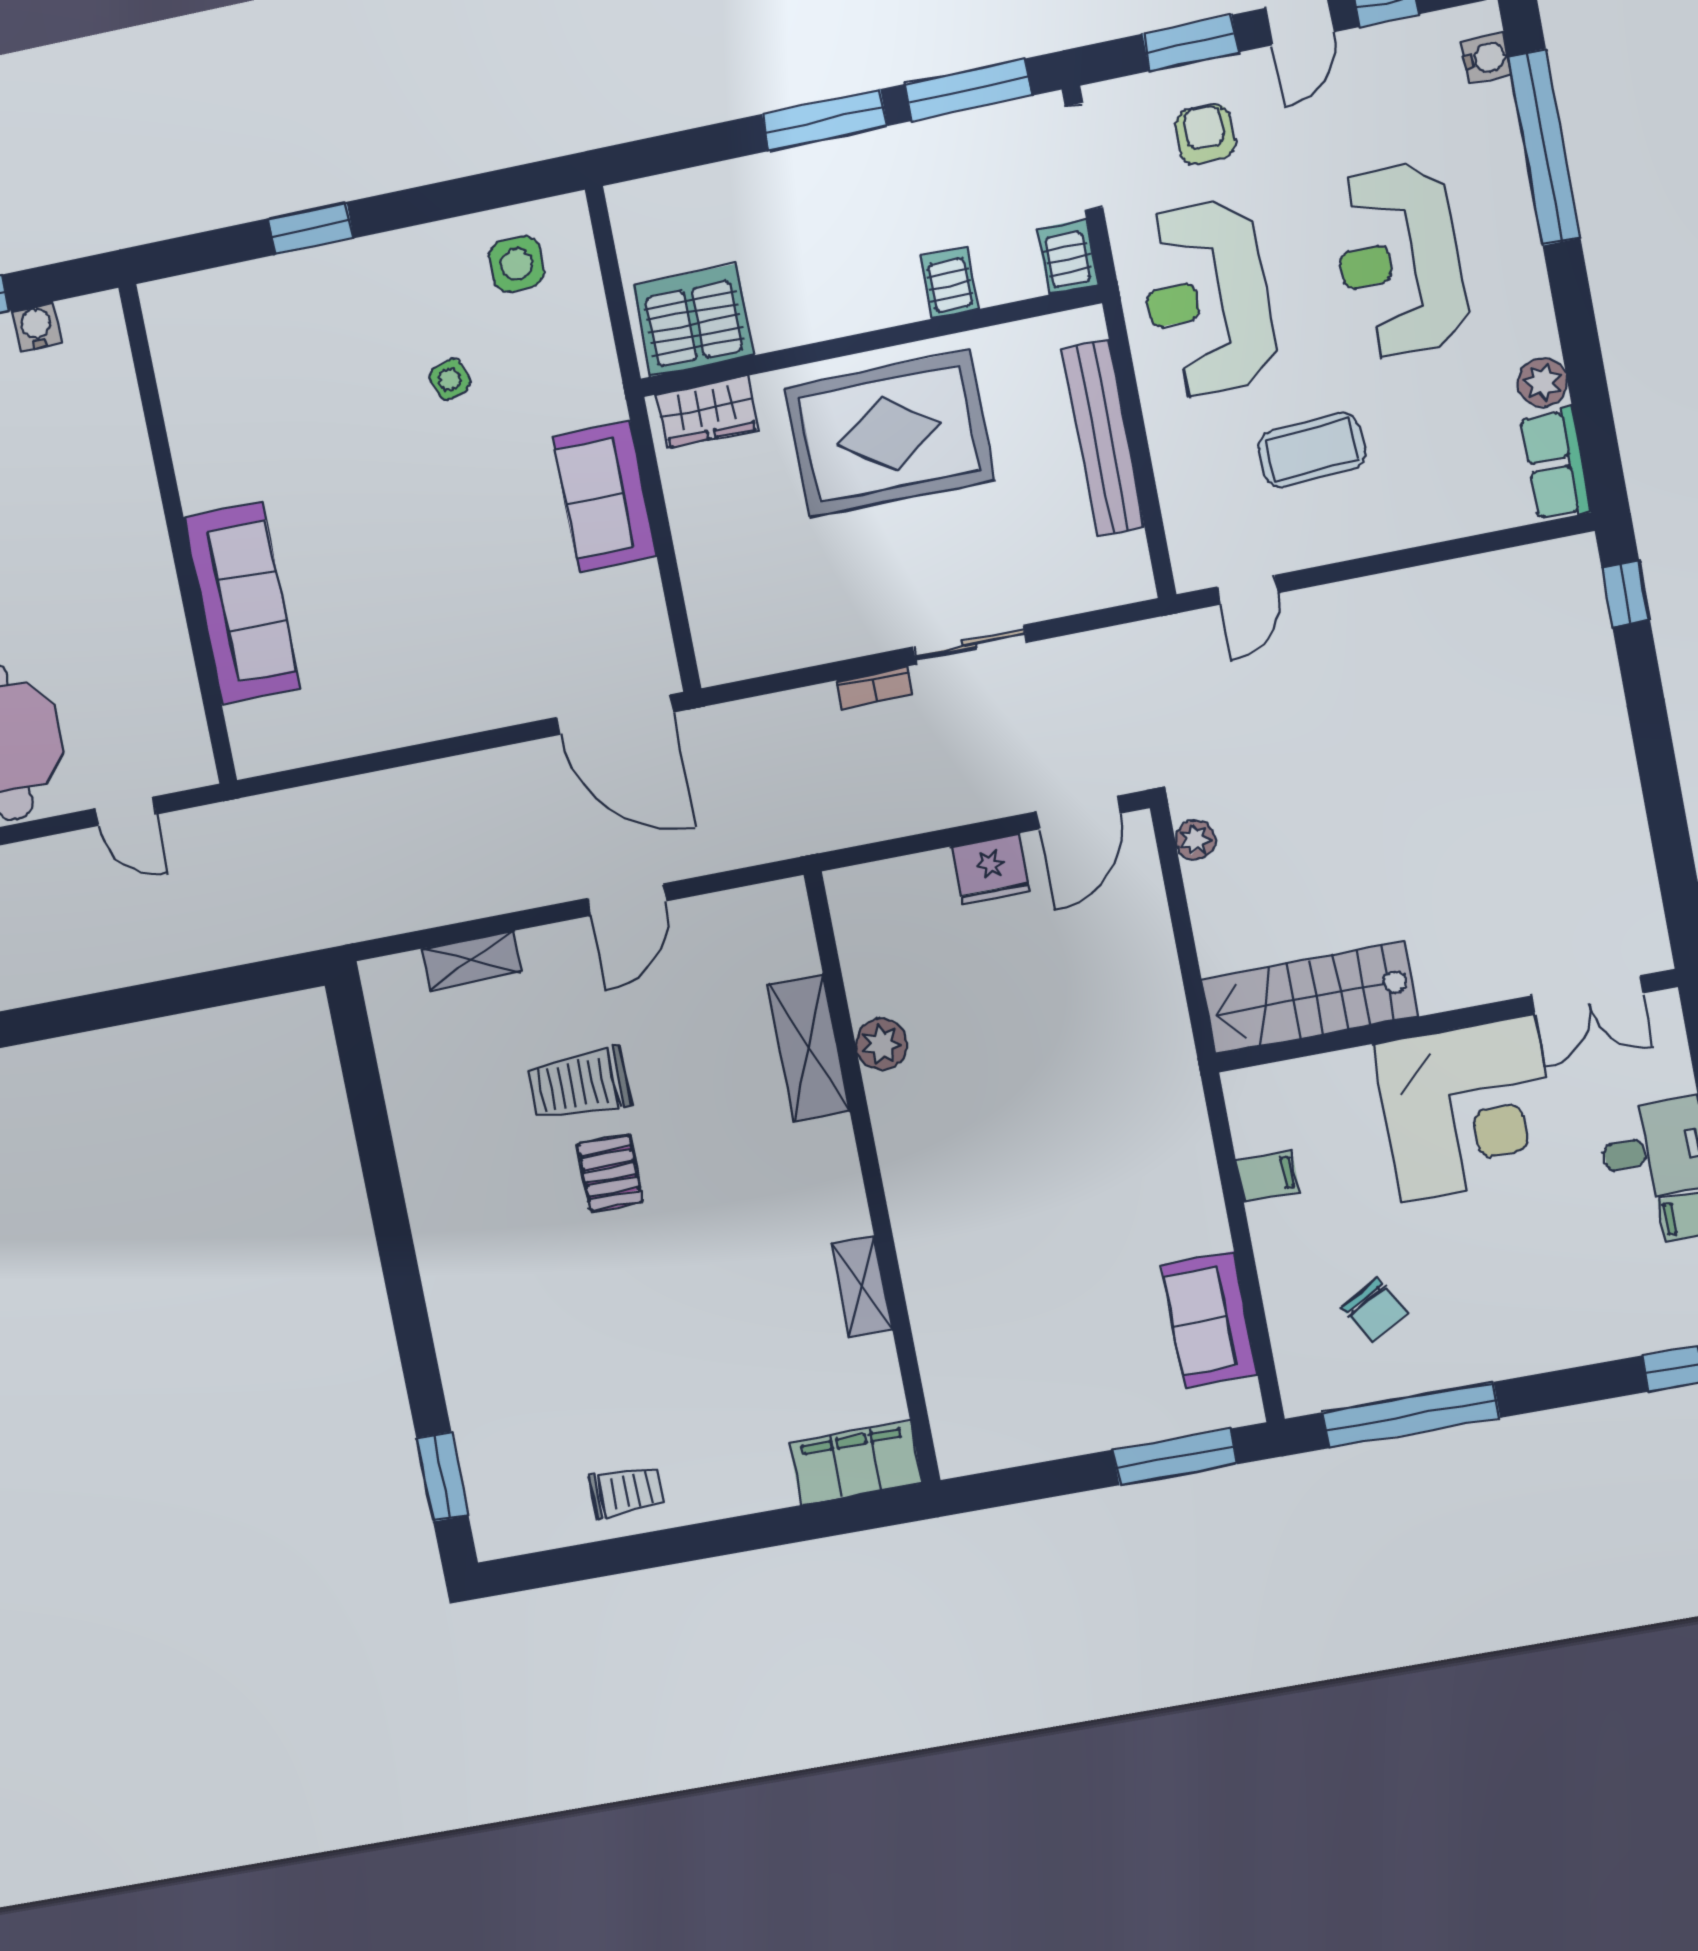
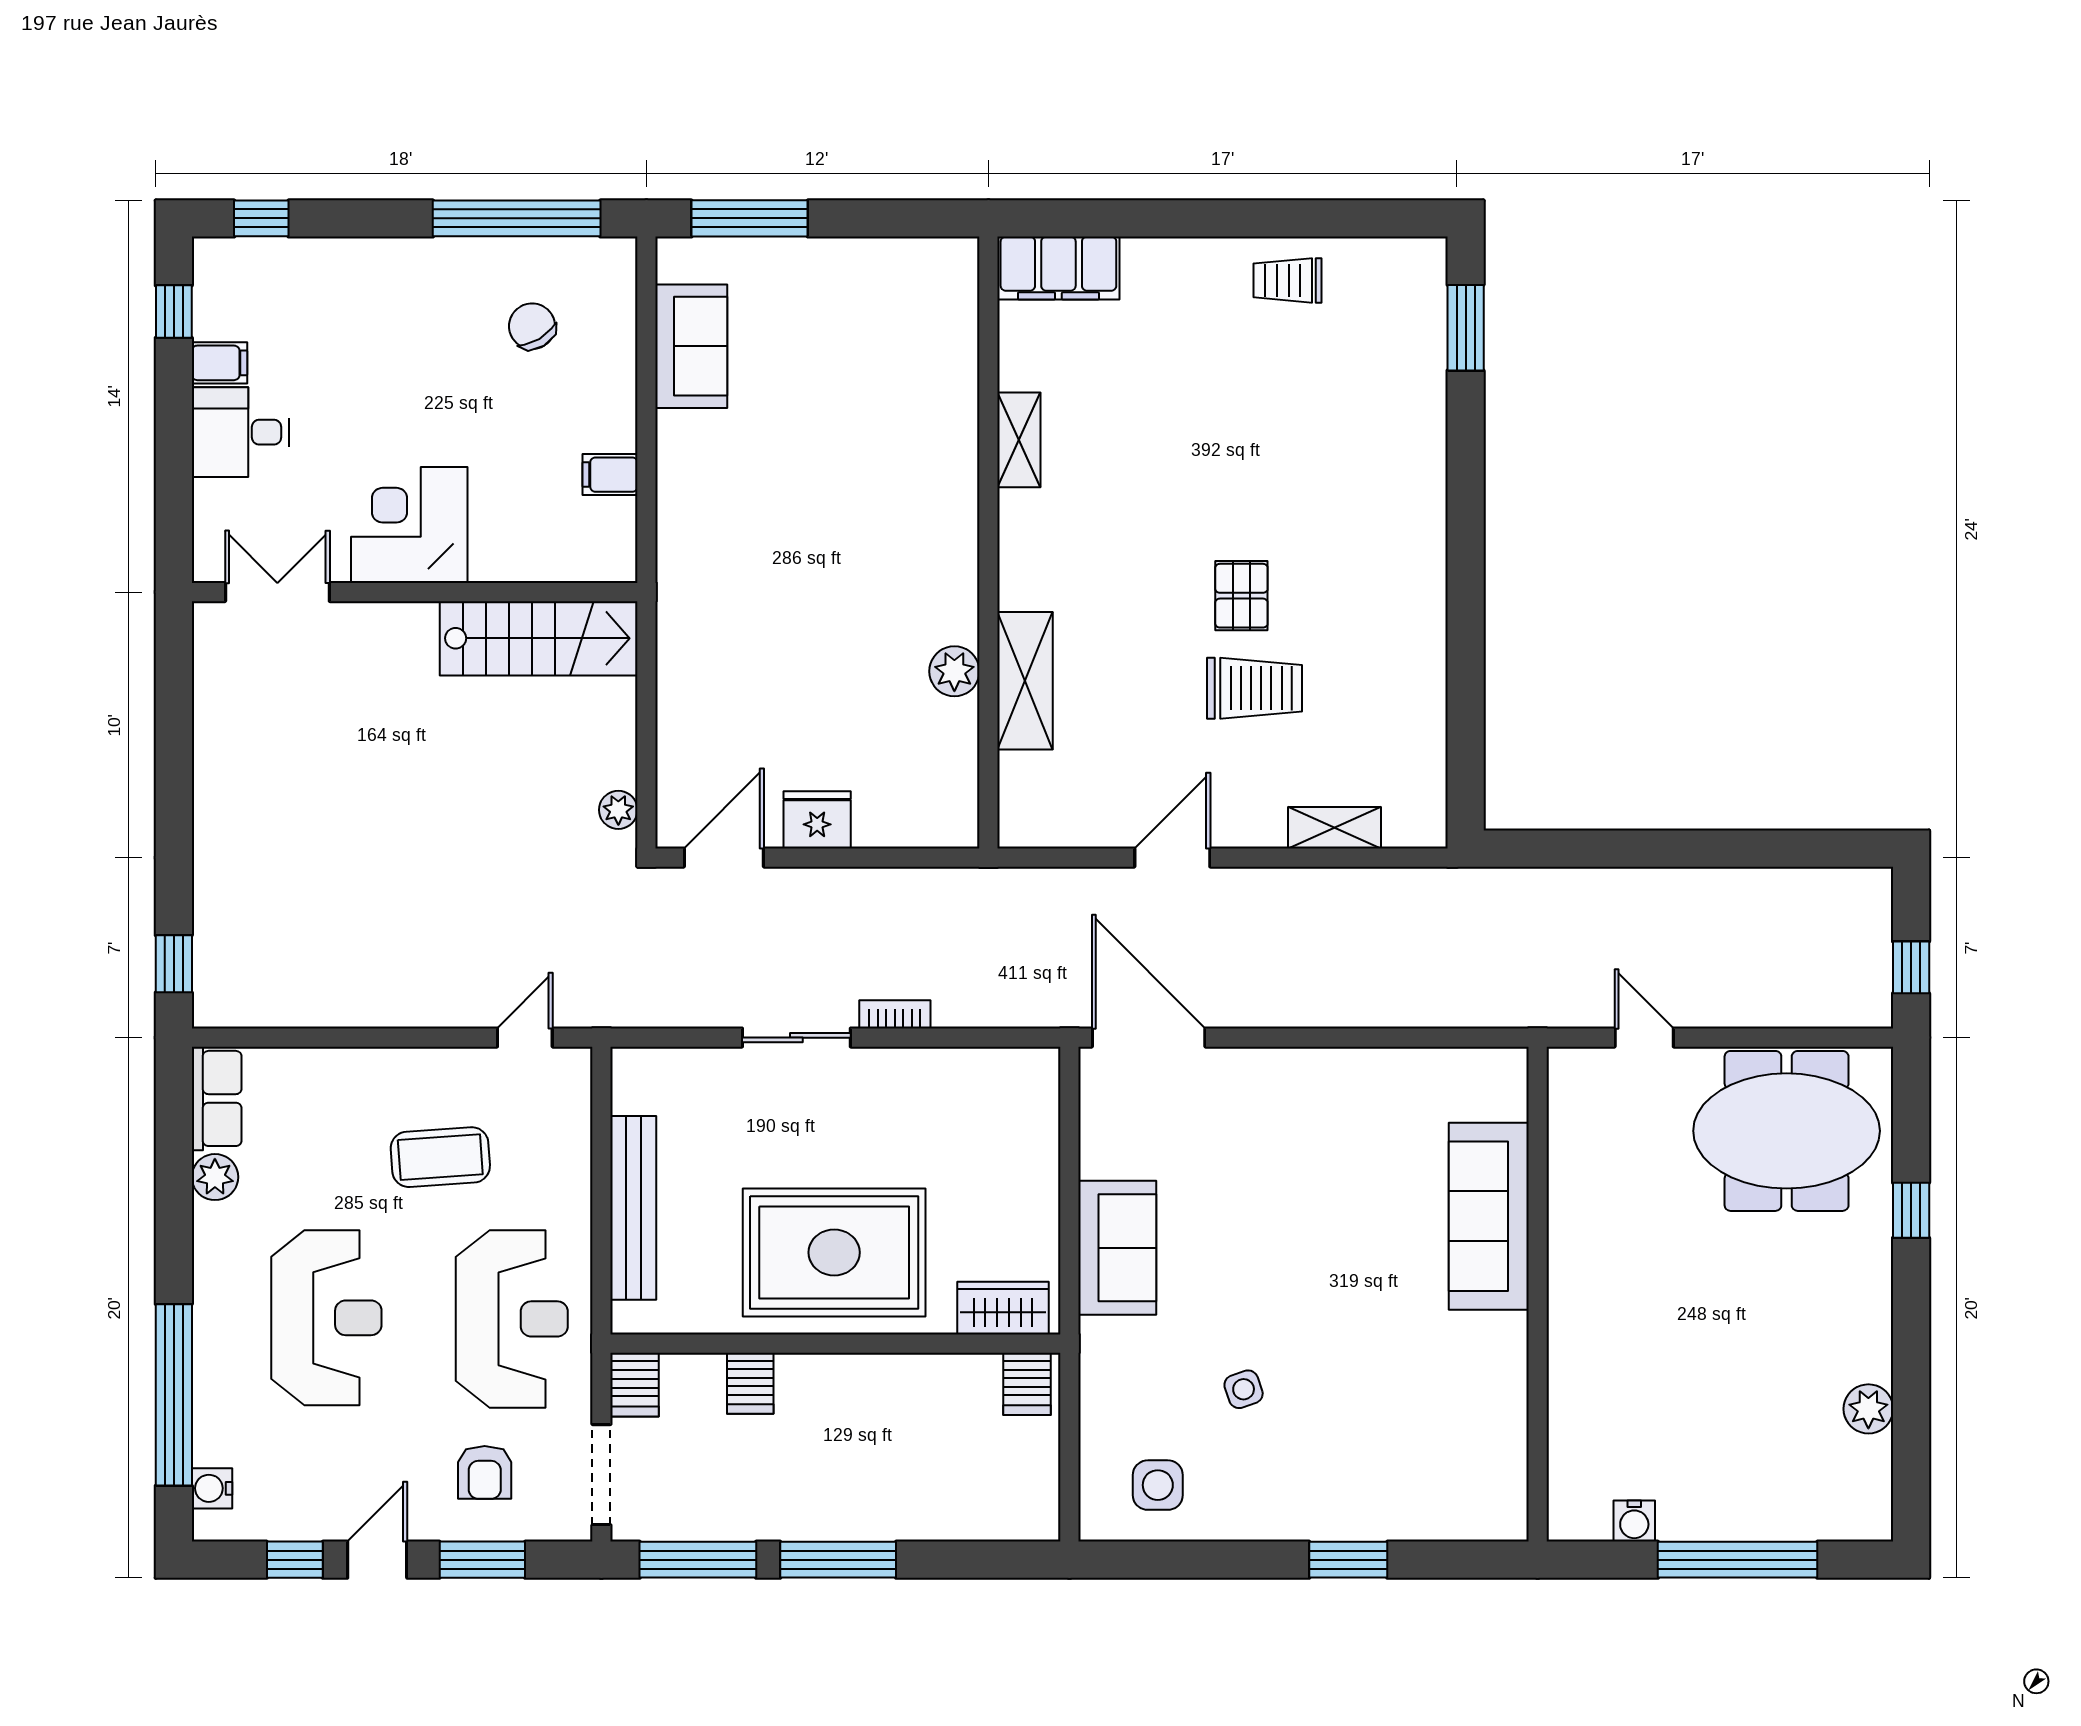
server rack: (694, 320) -> (1027, 1384), width x0.46, depth x0.70
corner desk: (1468, 1109) -> (409, 525), width x0.74, depth x0.74

